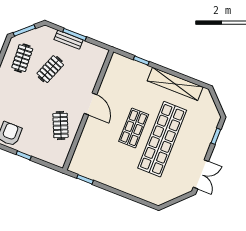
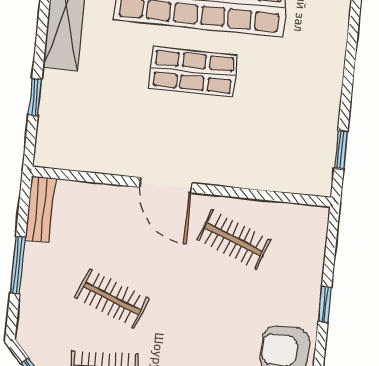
bench: (69, 40) -> (40, 209), moved
door: (90, 104) -> (166, 185), swing flipped
clothes rail: (60, 125) -> (234, 240), turned 45

